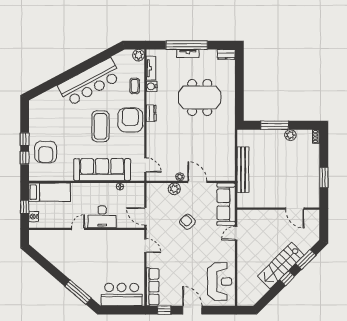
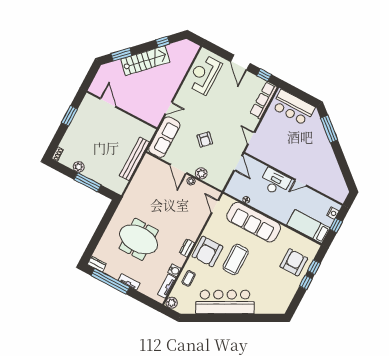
window: (187, 45) -> (110, 281), moved
window: (287, 278) -> (163, 42), moved

